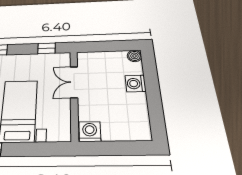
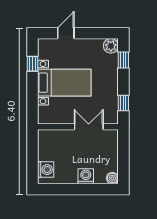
washing machine: (90, 132) -> (46, 170), moved

